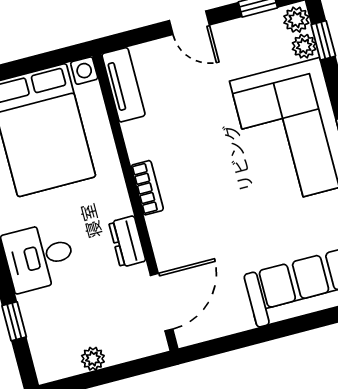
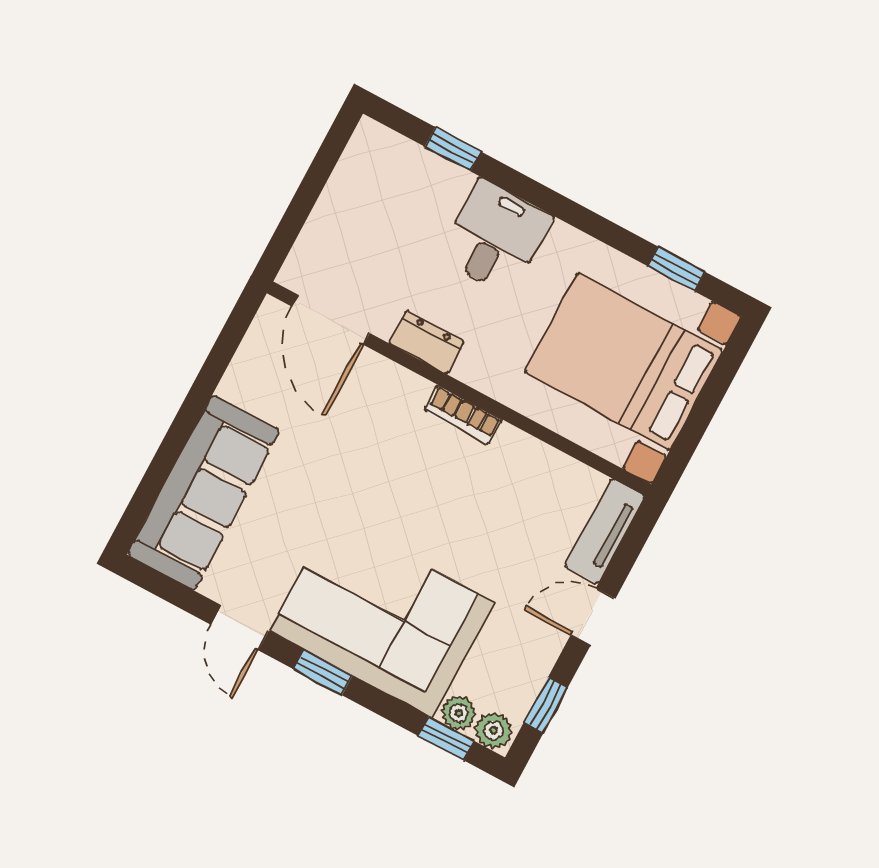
tv unit: (123, 85) -> (605, 531), moved, turned 90
plant: (93, 359) -> (338, 195), removed

